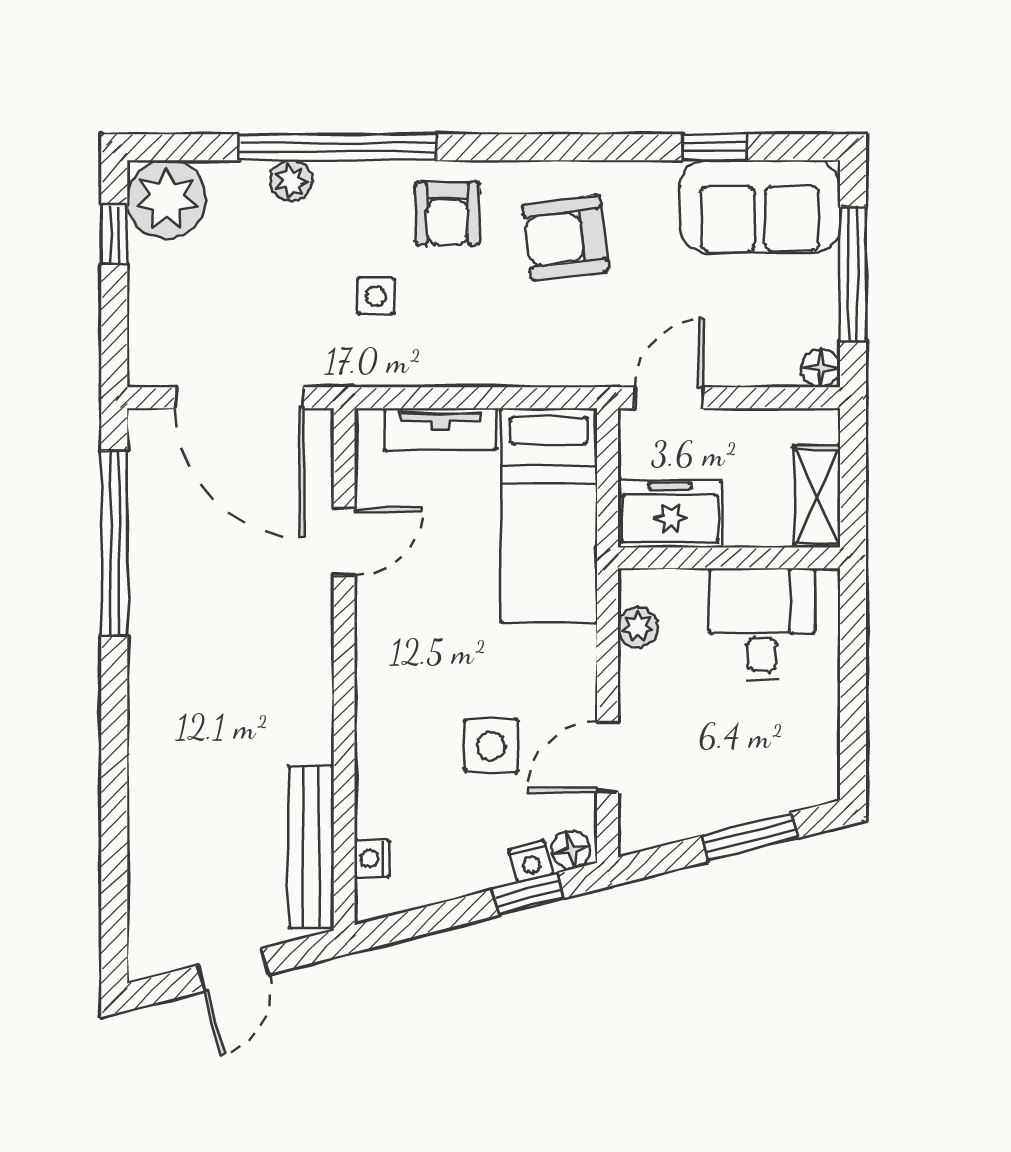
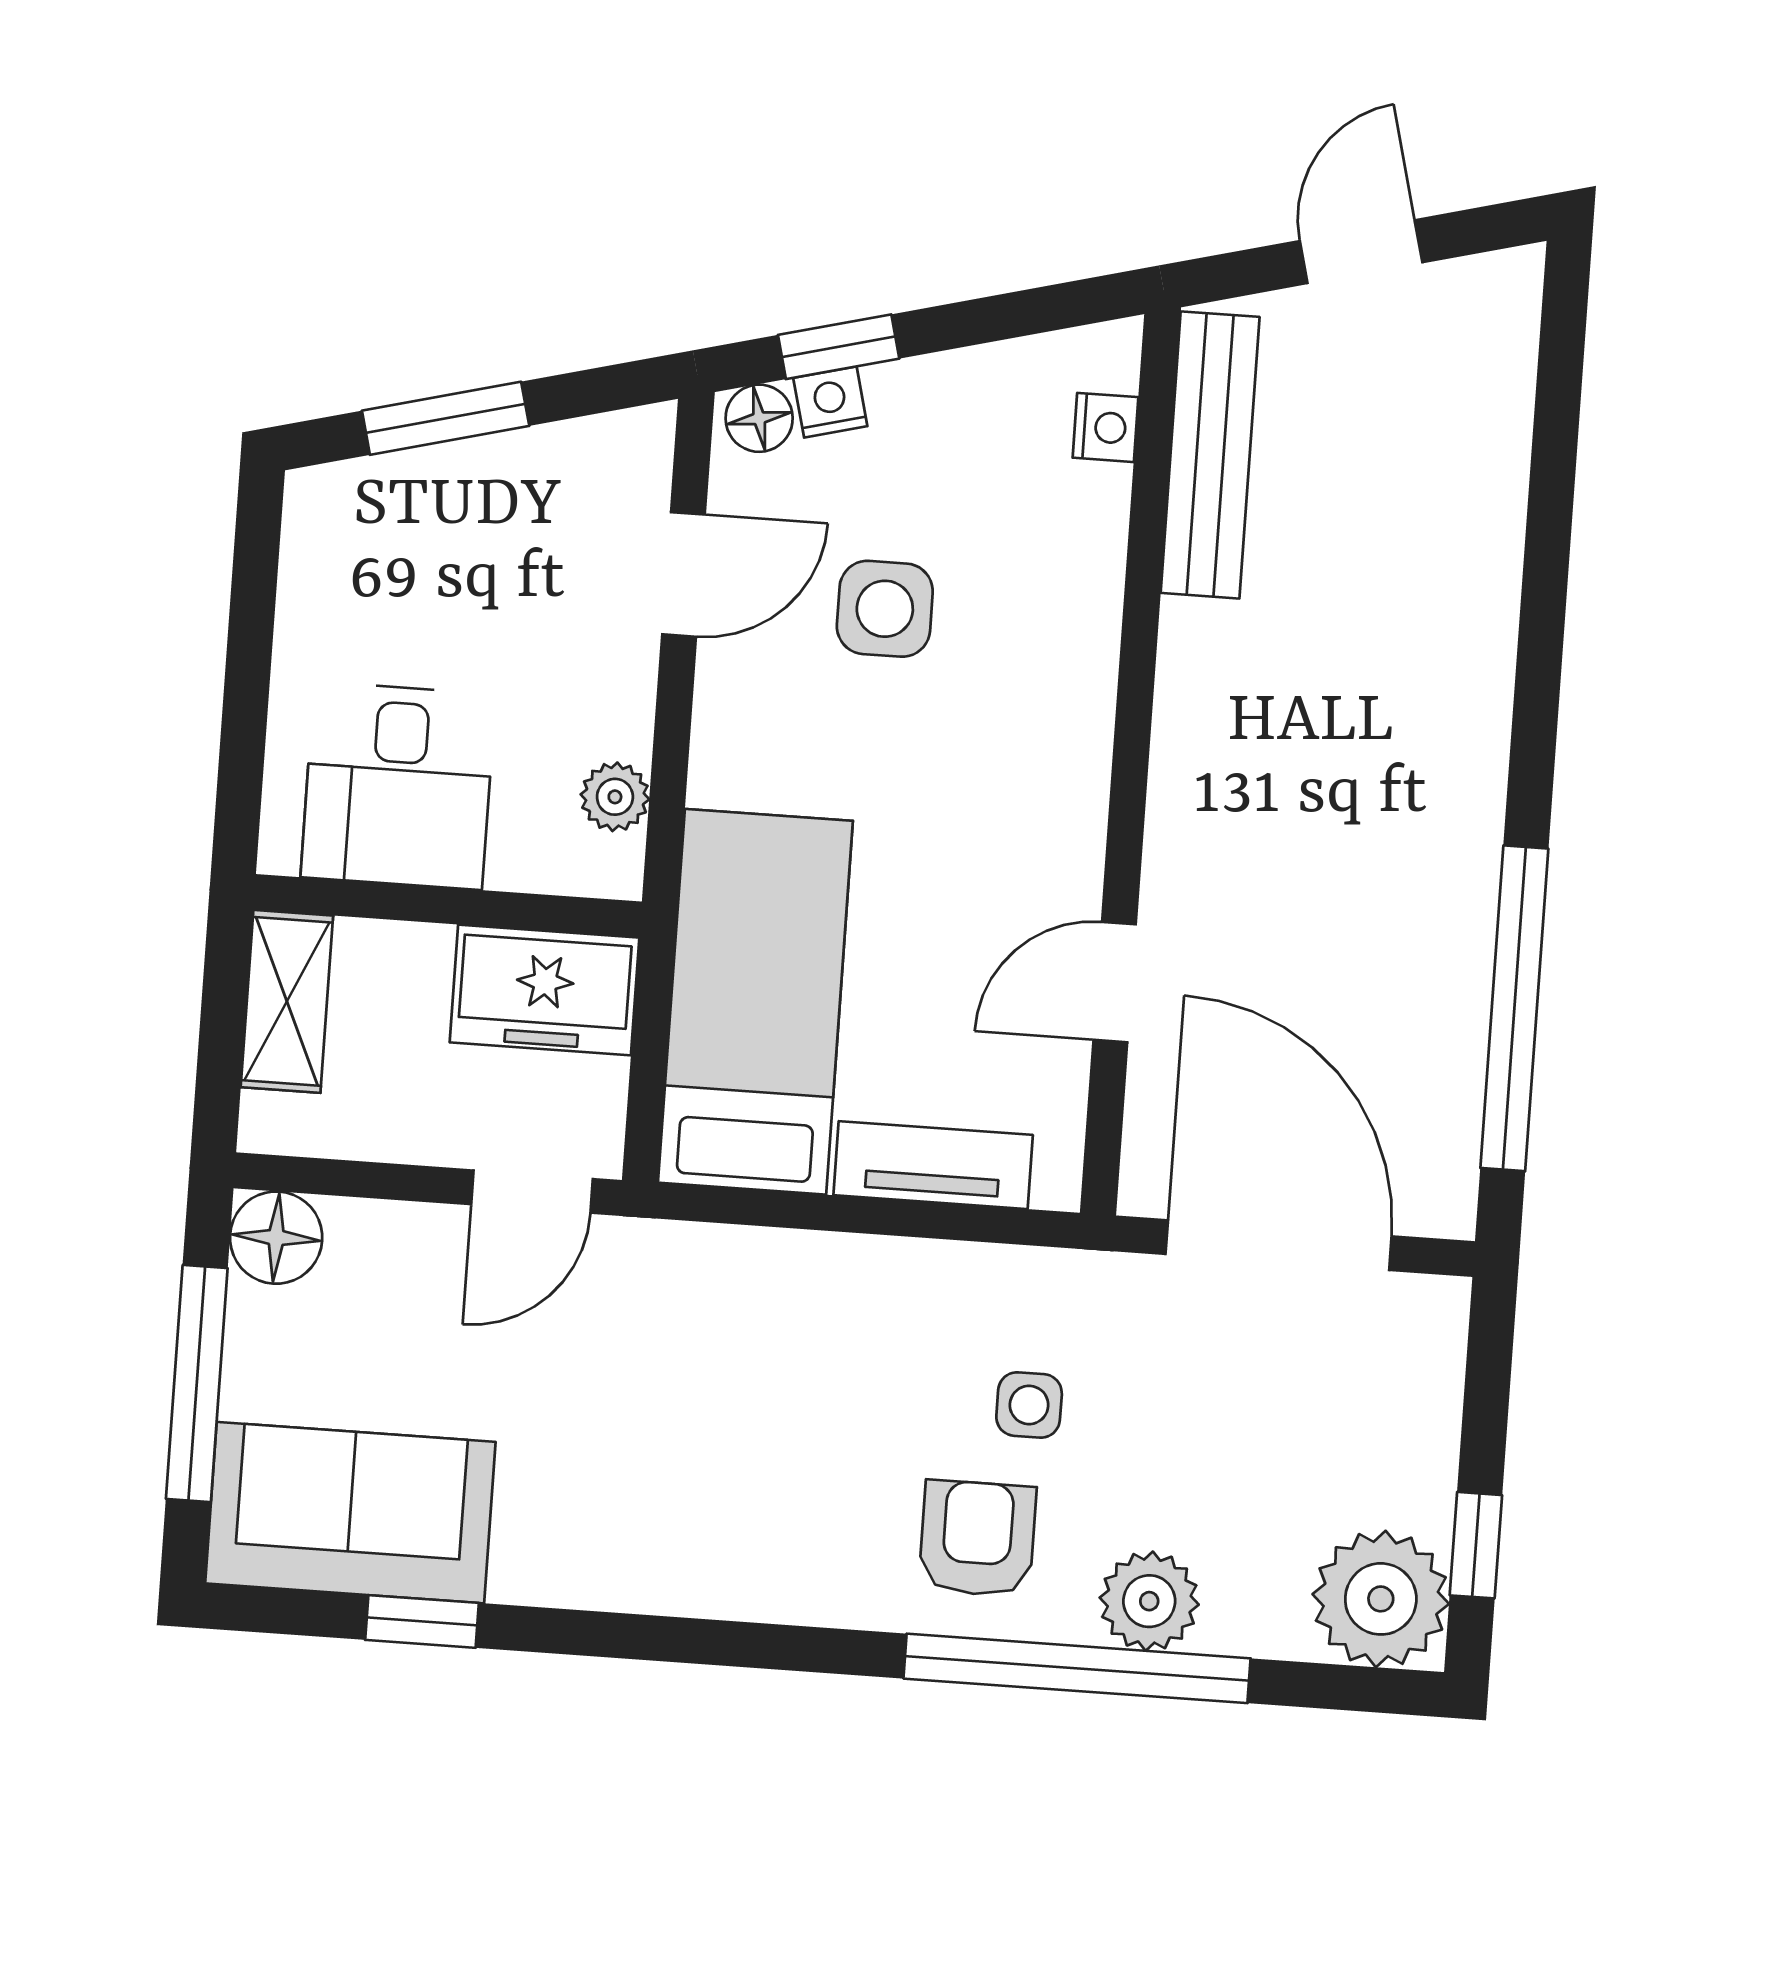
plant: (291, 181) -> (1149, 1601), width x1.38, depth x1.38
armchair: (447, 213) -> (977, 1539), moved
armchair: (565, 238) -> (692, 1483), removed
floor lamp: (821, 368) -> (276, 1238), width x1.37, depth x1.37

